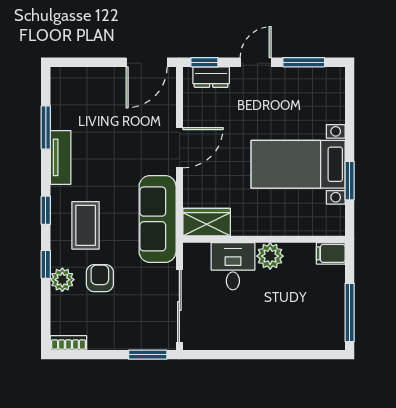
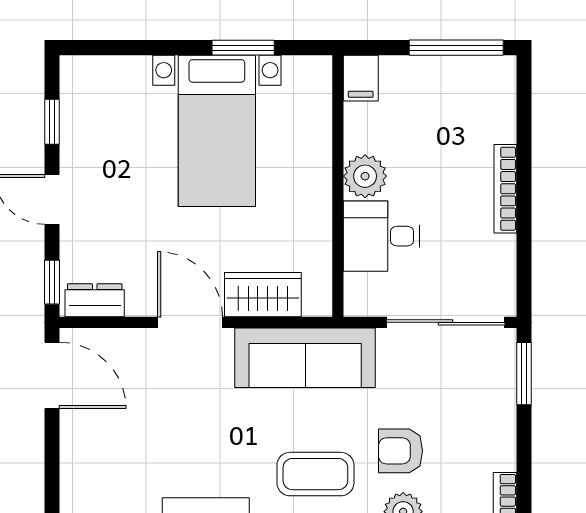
window: (304, 62) -> (52, 122), width x0.67
dresser: (211, 77) -> (95, 300), moved, turned -90
wardrobe: (207, 222) -> (263, 295), moved, turned 90
bookcase: (262, 343) -> (505, 189), added

